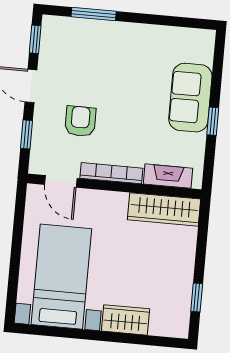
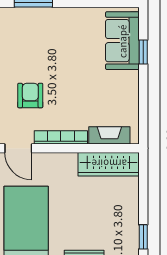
sofa: (190, 98) -> (122, 41), moved
window: (213, 121) -> (143, 52), moved

